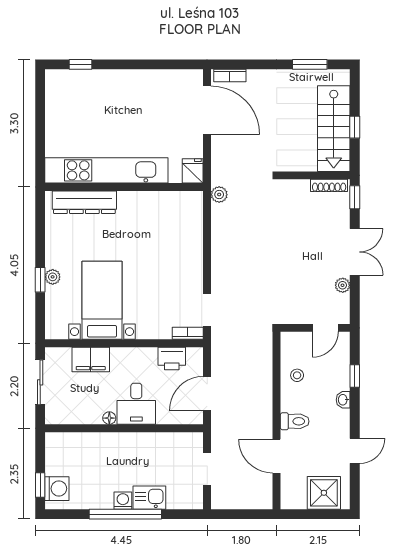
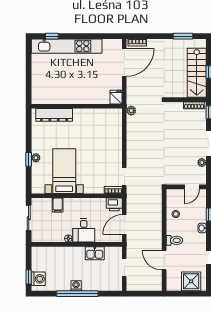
door: (207, 110) -> (124, 62), hinge flipped
kitchen unit: (106, 170) -> (67, 46), moved, turned 180
printer: (172, 358) -> (114, 204), moved
filing cabinet: (91, 360) -> (58, 205), width x0.50
kitchen sink: (149, 498) -> (95, 253), moved, turned 180

